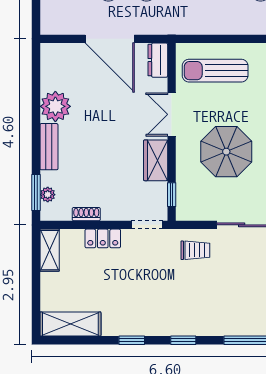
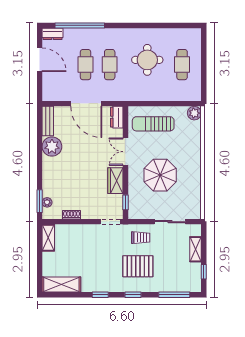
bench: (49, 147) -> (48, 121), moved
locker: (103, 238) -> (82, 230), removed
pallet: (191, 295) -> (138, 266), added

